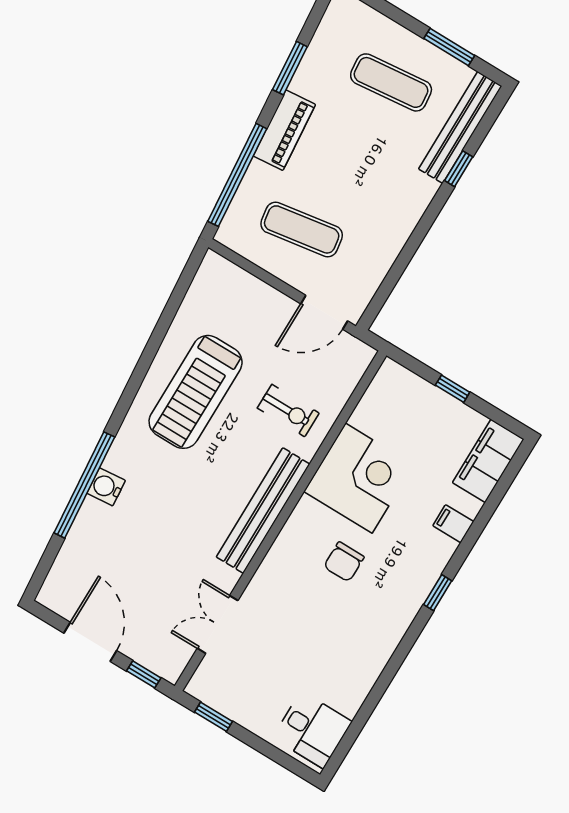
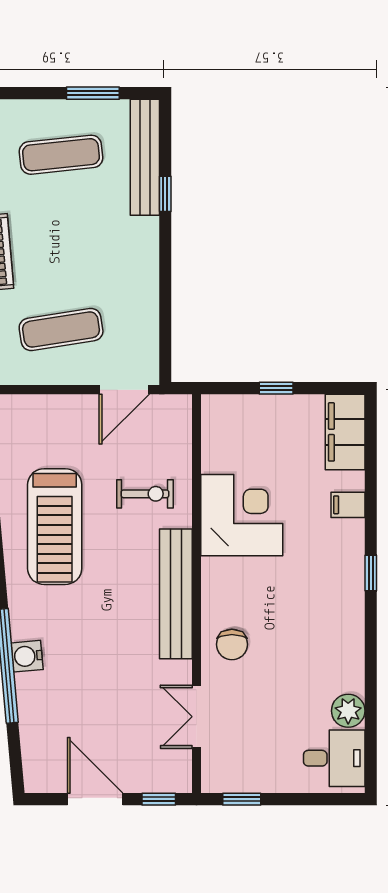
chair: (344, 562) -> (232, 644), moved
plant: (348, 697) -> (348, 711), added

